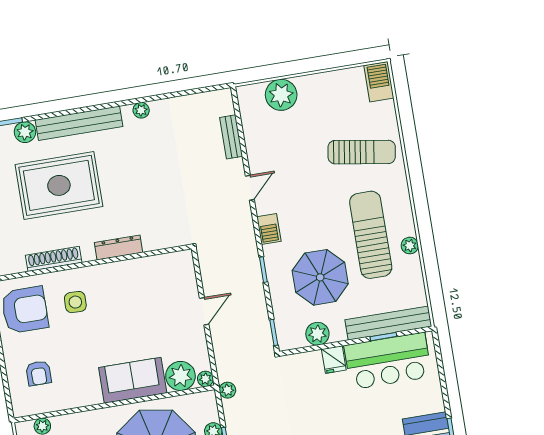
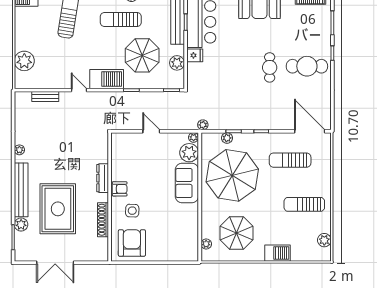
barbecue: (269, 229) -> (107, 79), width x1.88, depth x1.53
sun lounger: (371, 235) -> (121, 20), width x0.73, depth x0.75
armchair: (39, 373) -> (120, 189), moved

